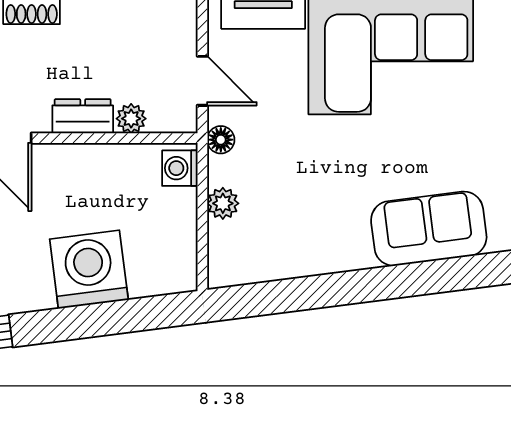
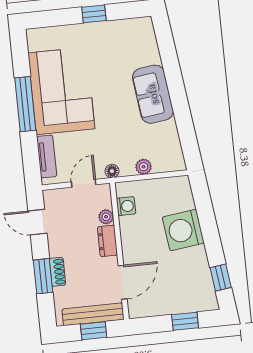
washing machine: (180, 168) -> (126, 206), moved, turned -90
sofa: (429, 229) -> (153, 94), moved

